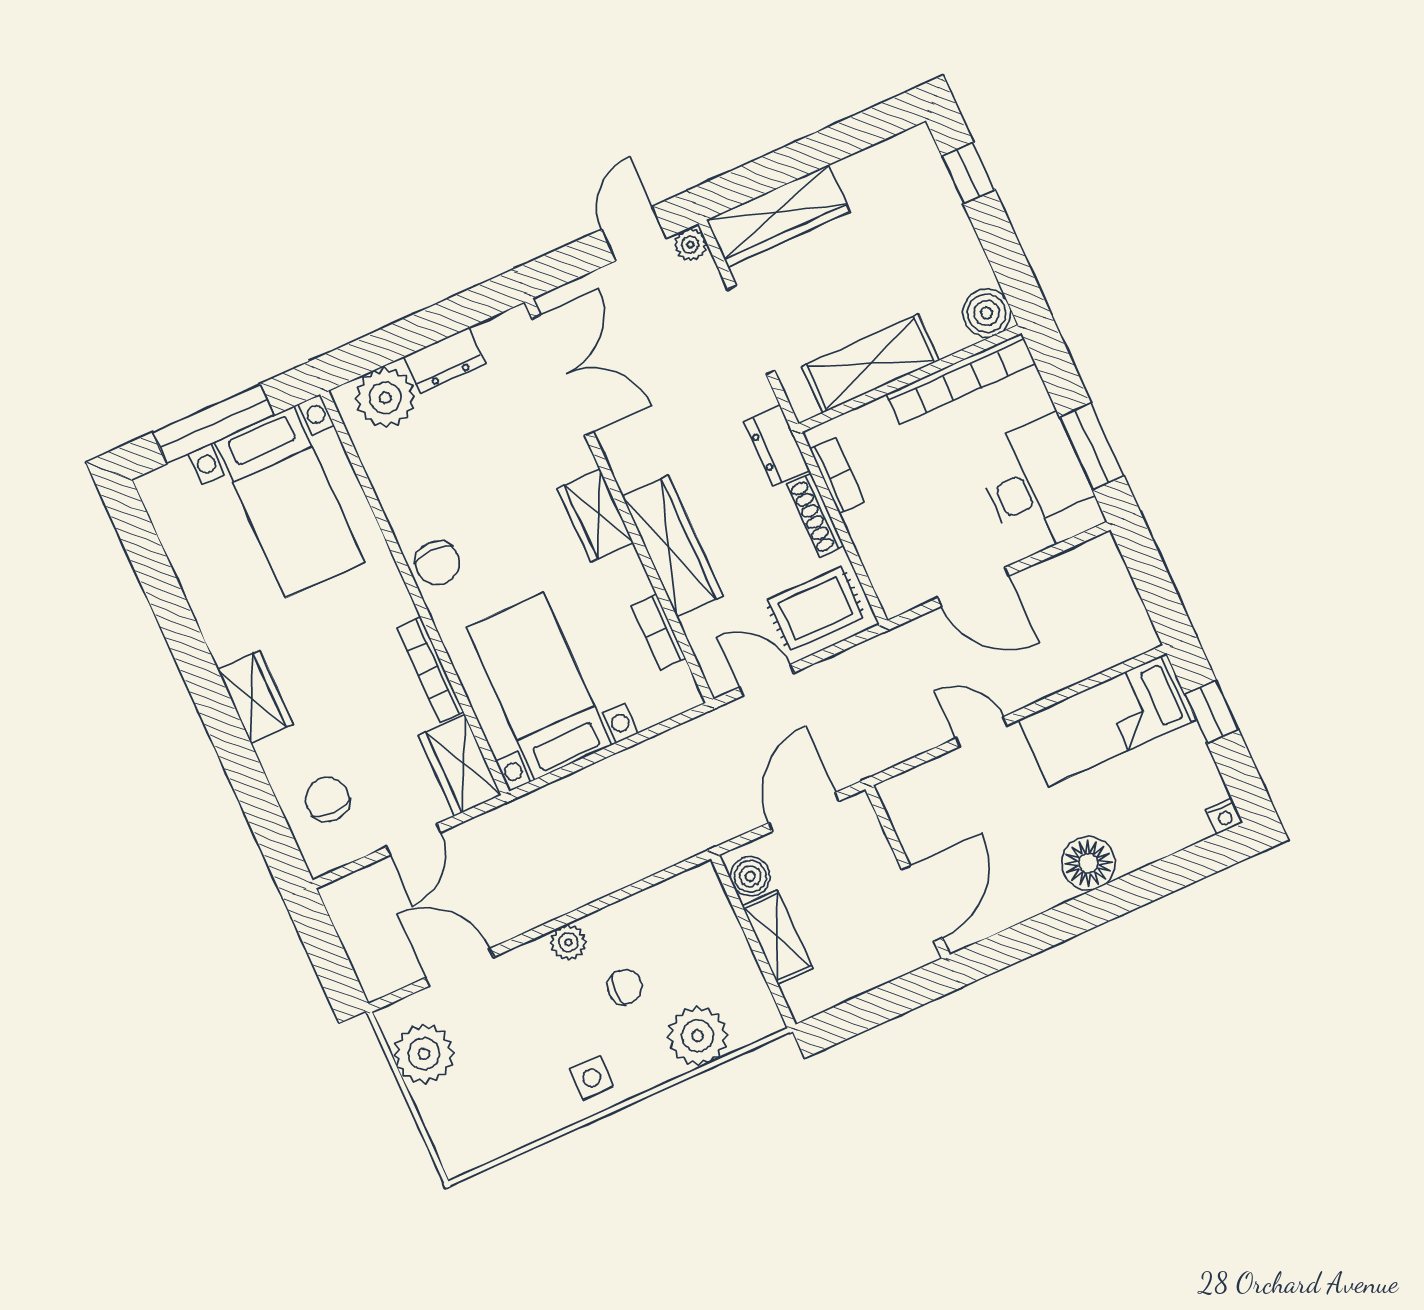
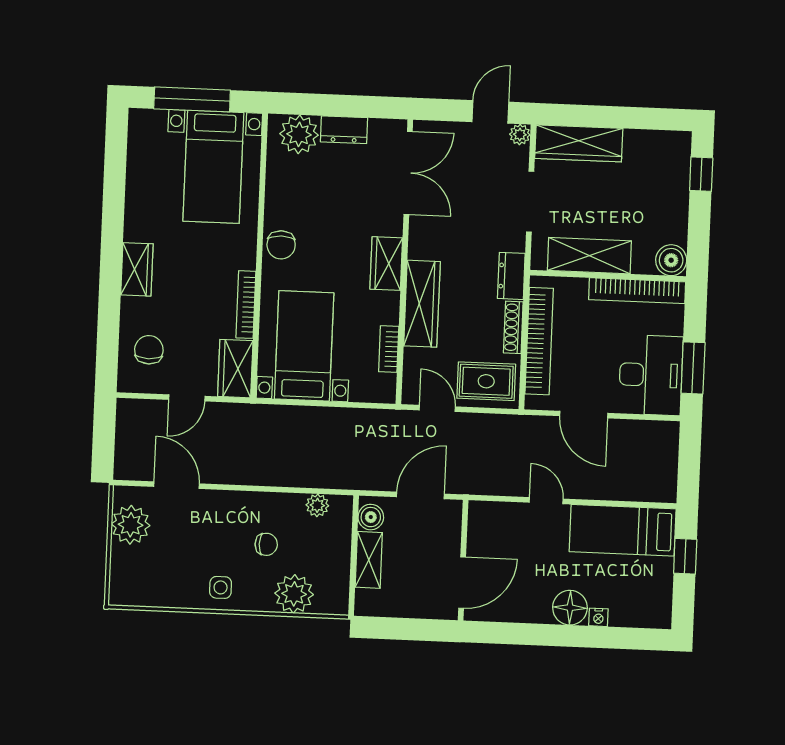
bookcase: (837, 476) -> (539, 341), width x2.31, depth x1.31
nightstand: (1224, 816) -> (598, 617), moved
plant: (568, 942) -> (317, 505), moved

